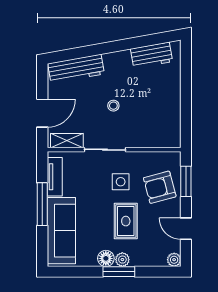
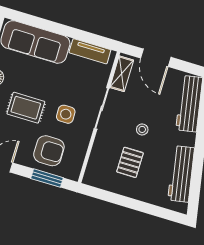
workbench: (151, 55) -> (181, 174), width x1.38
pallet: (148, 108) -> (130, 162), added
armchair: (160, 187) -> (49, 151), turned 105
window: (42, 204) -> (67, 31), removed

